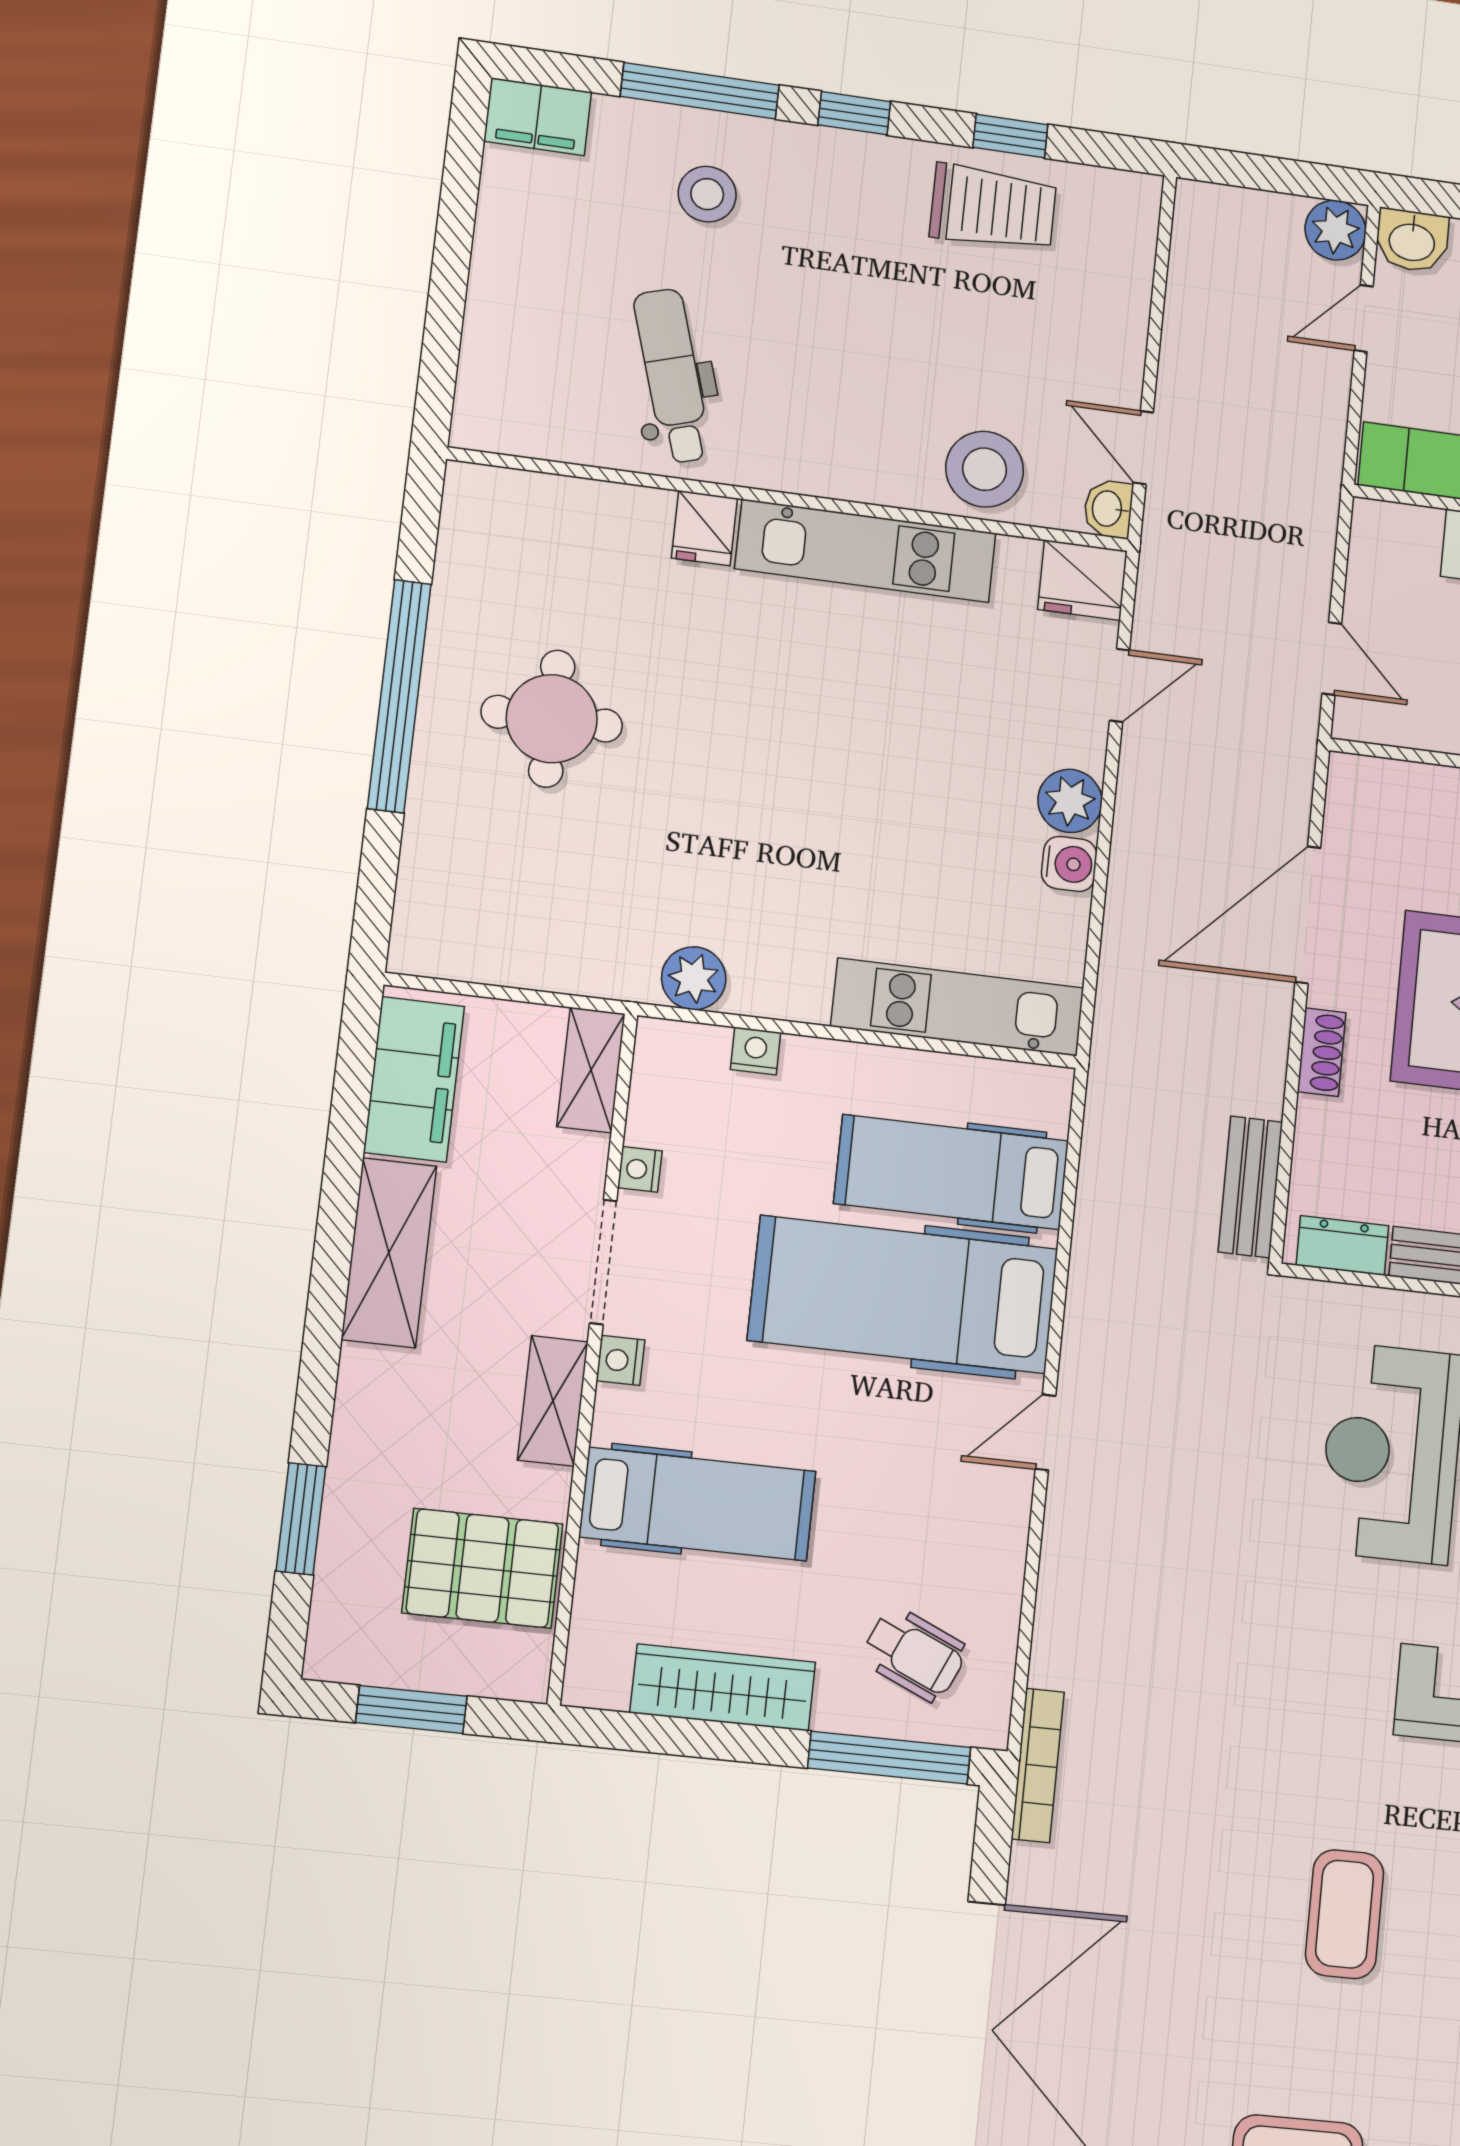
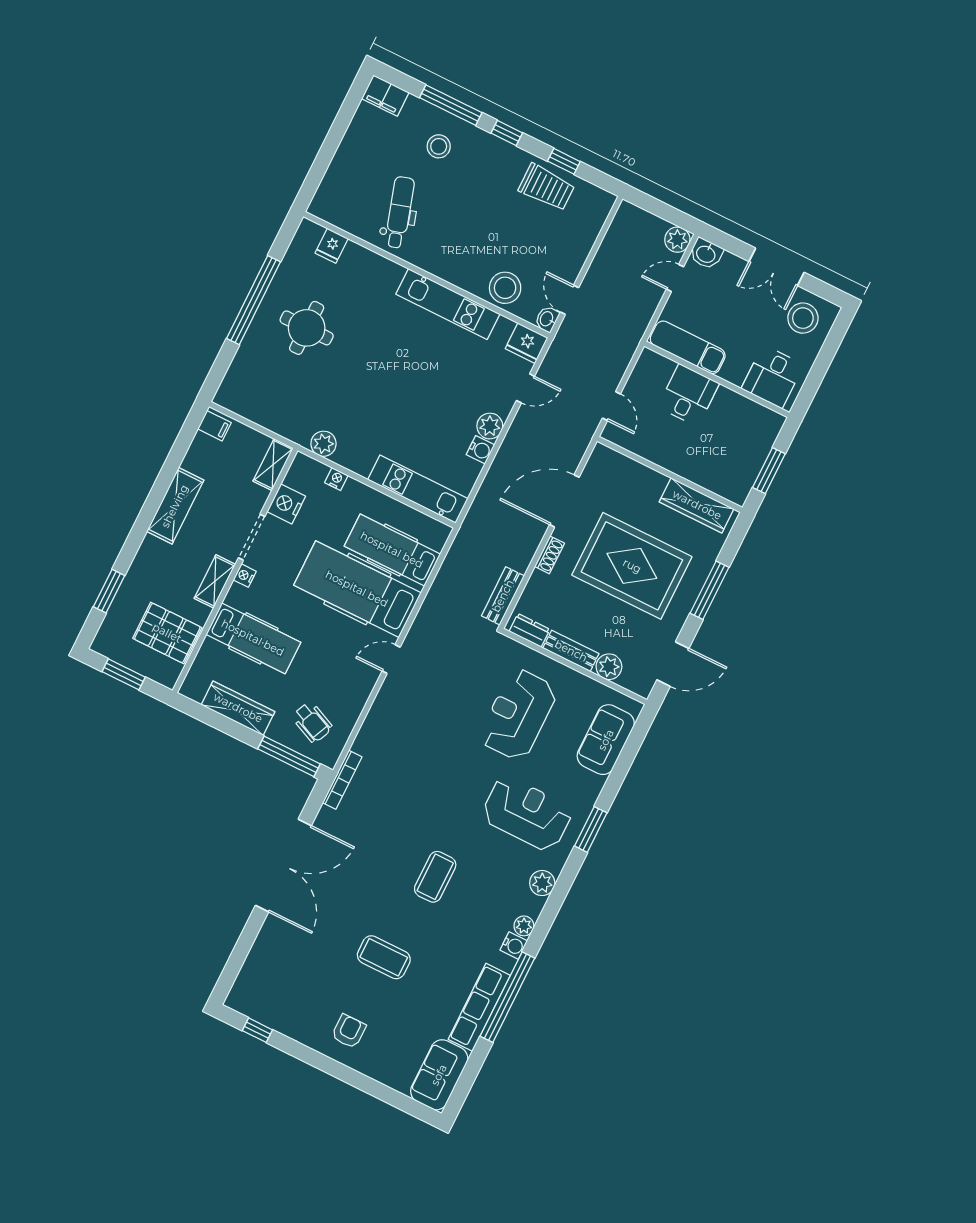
fridge: (704, 528) -> (332, 246), moved
filing cabinet: (414, 1079) -> (214, 426), width x0.33, depth x0.86
nightstand: (640, 1169) -> (286, 504), width x1.89, depth x1.79

